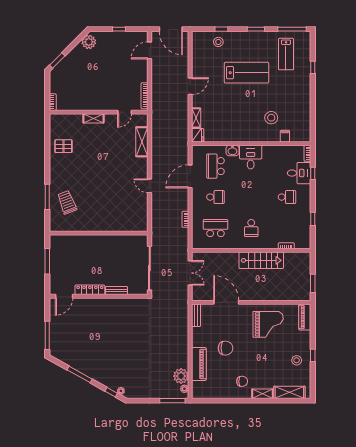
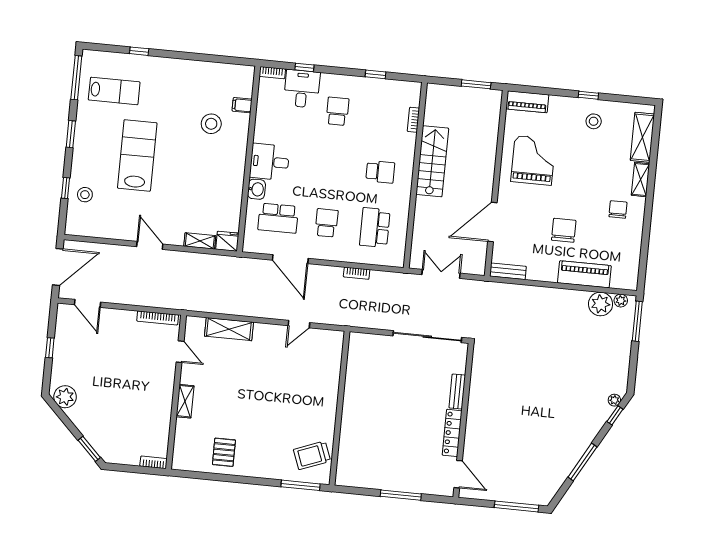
wall: (99, 233) -> (340, 408), moved

